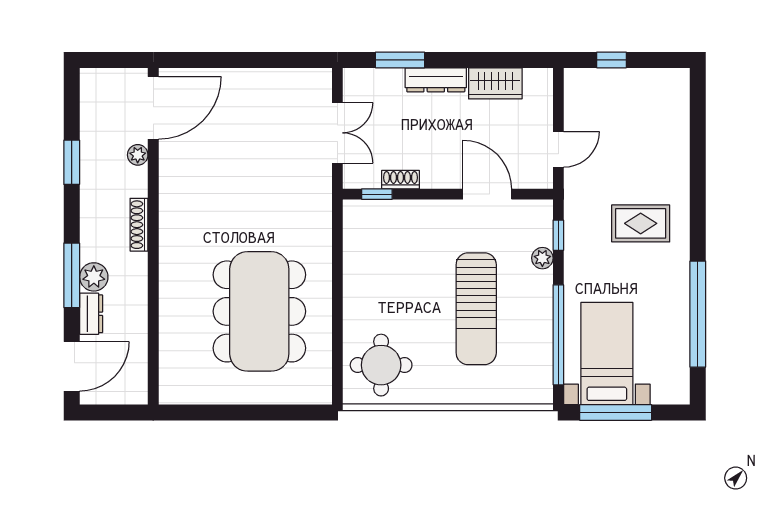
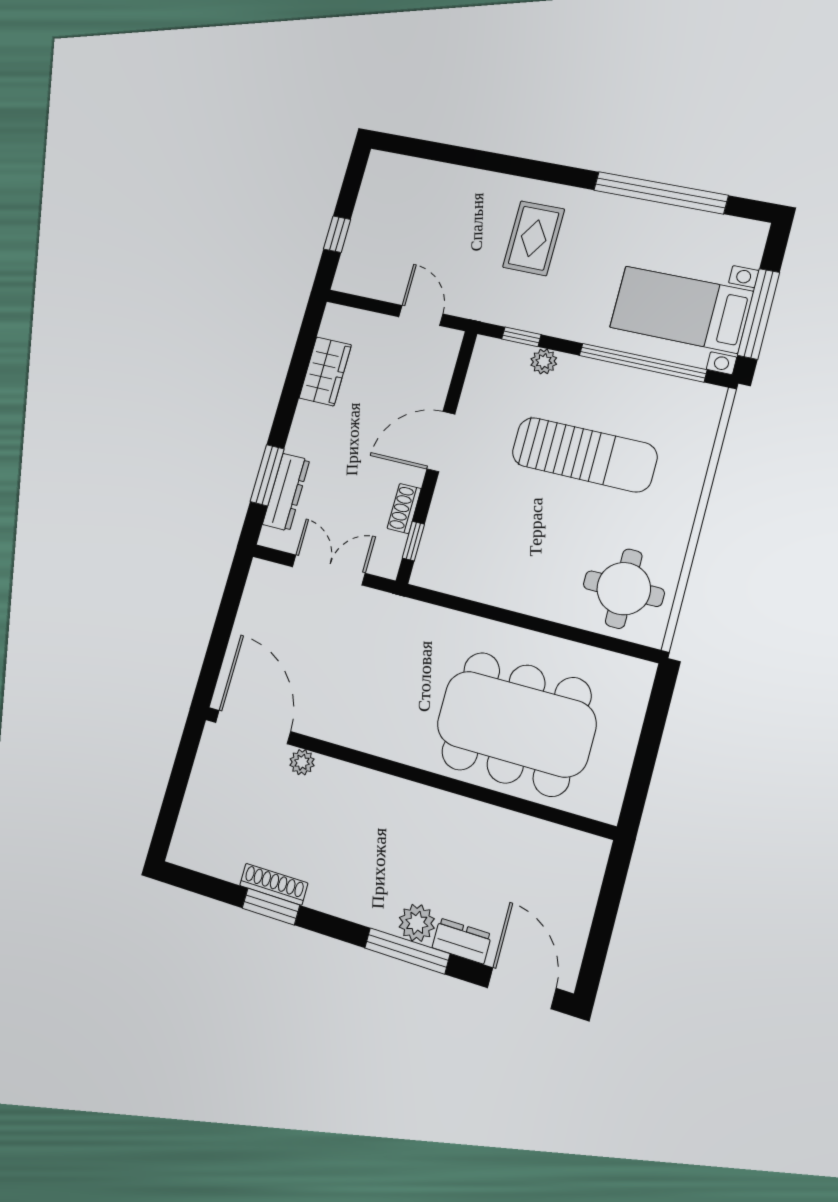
dresser: (436, 80) -> (286, 492), moved
door: (153, 108) -> (253, 727), moved
plant: (138, 155) -> (302, 762), moved
door: (487, 194) -> (441, 442), moved
shoe rack: (139, 225) -> (274, 884), moved, turned 180
wall: (153, 236) -> (404, 771), moved

